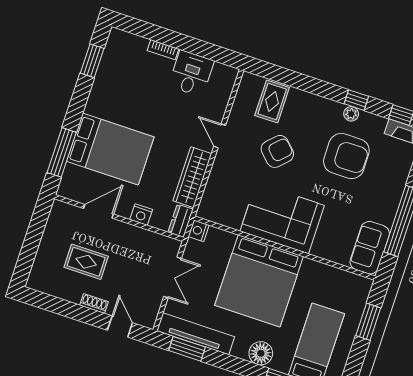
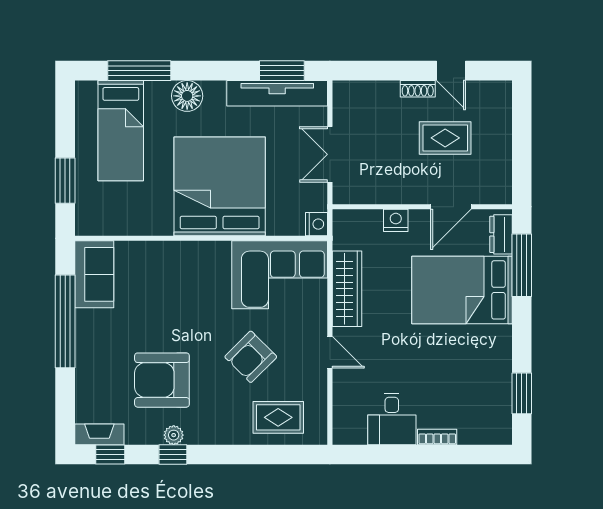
rug: (272, 102) -> (278, 417), turned 90
corner sofa: (282, 218) -> (280, 275), moved
dresser: (181, 221) -> (501, 234), moved, turned 180
door: (120, 327) -> (451, 71), moved

